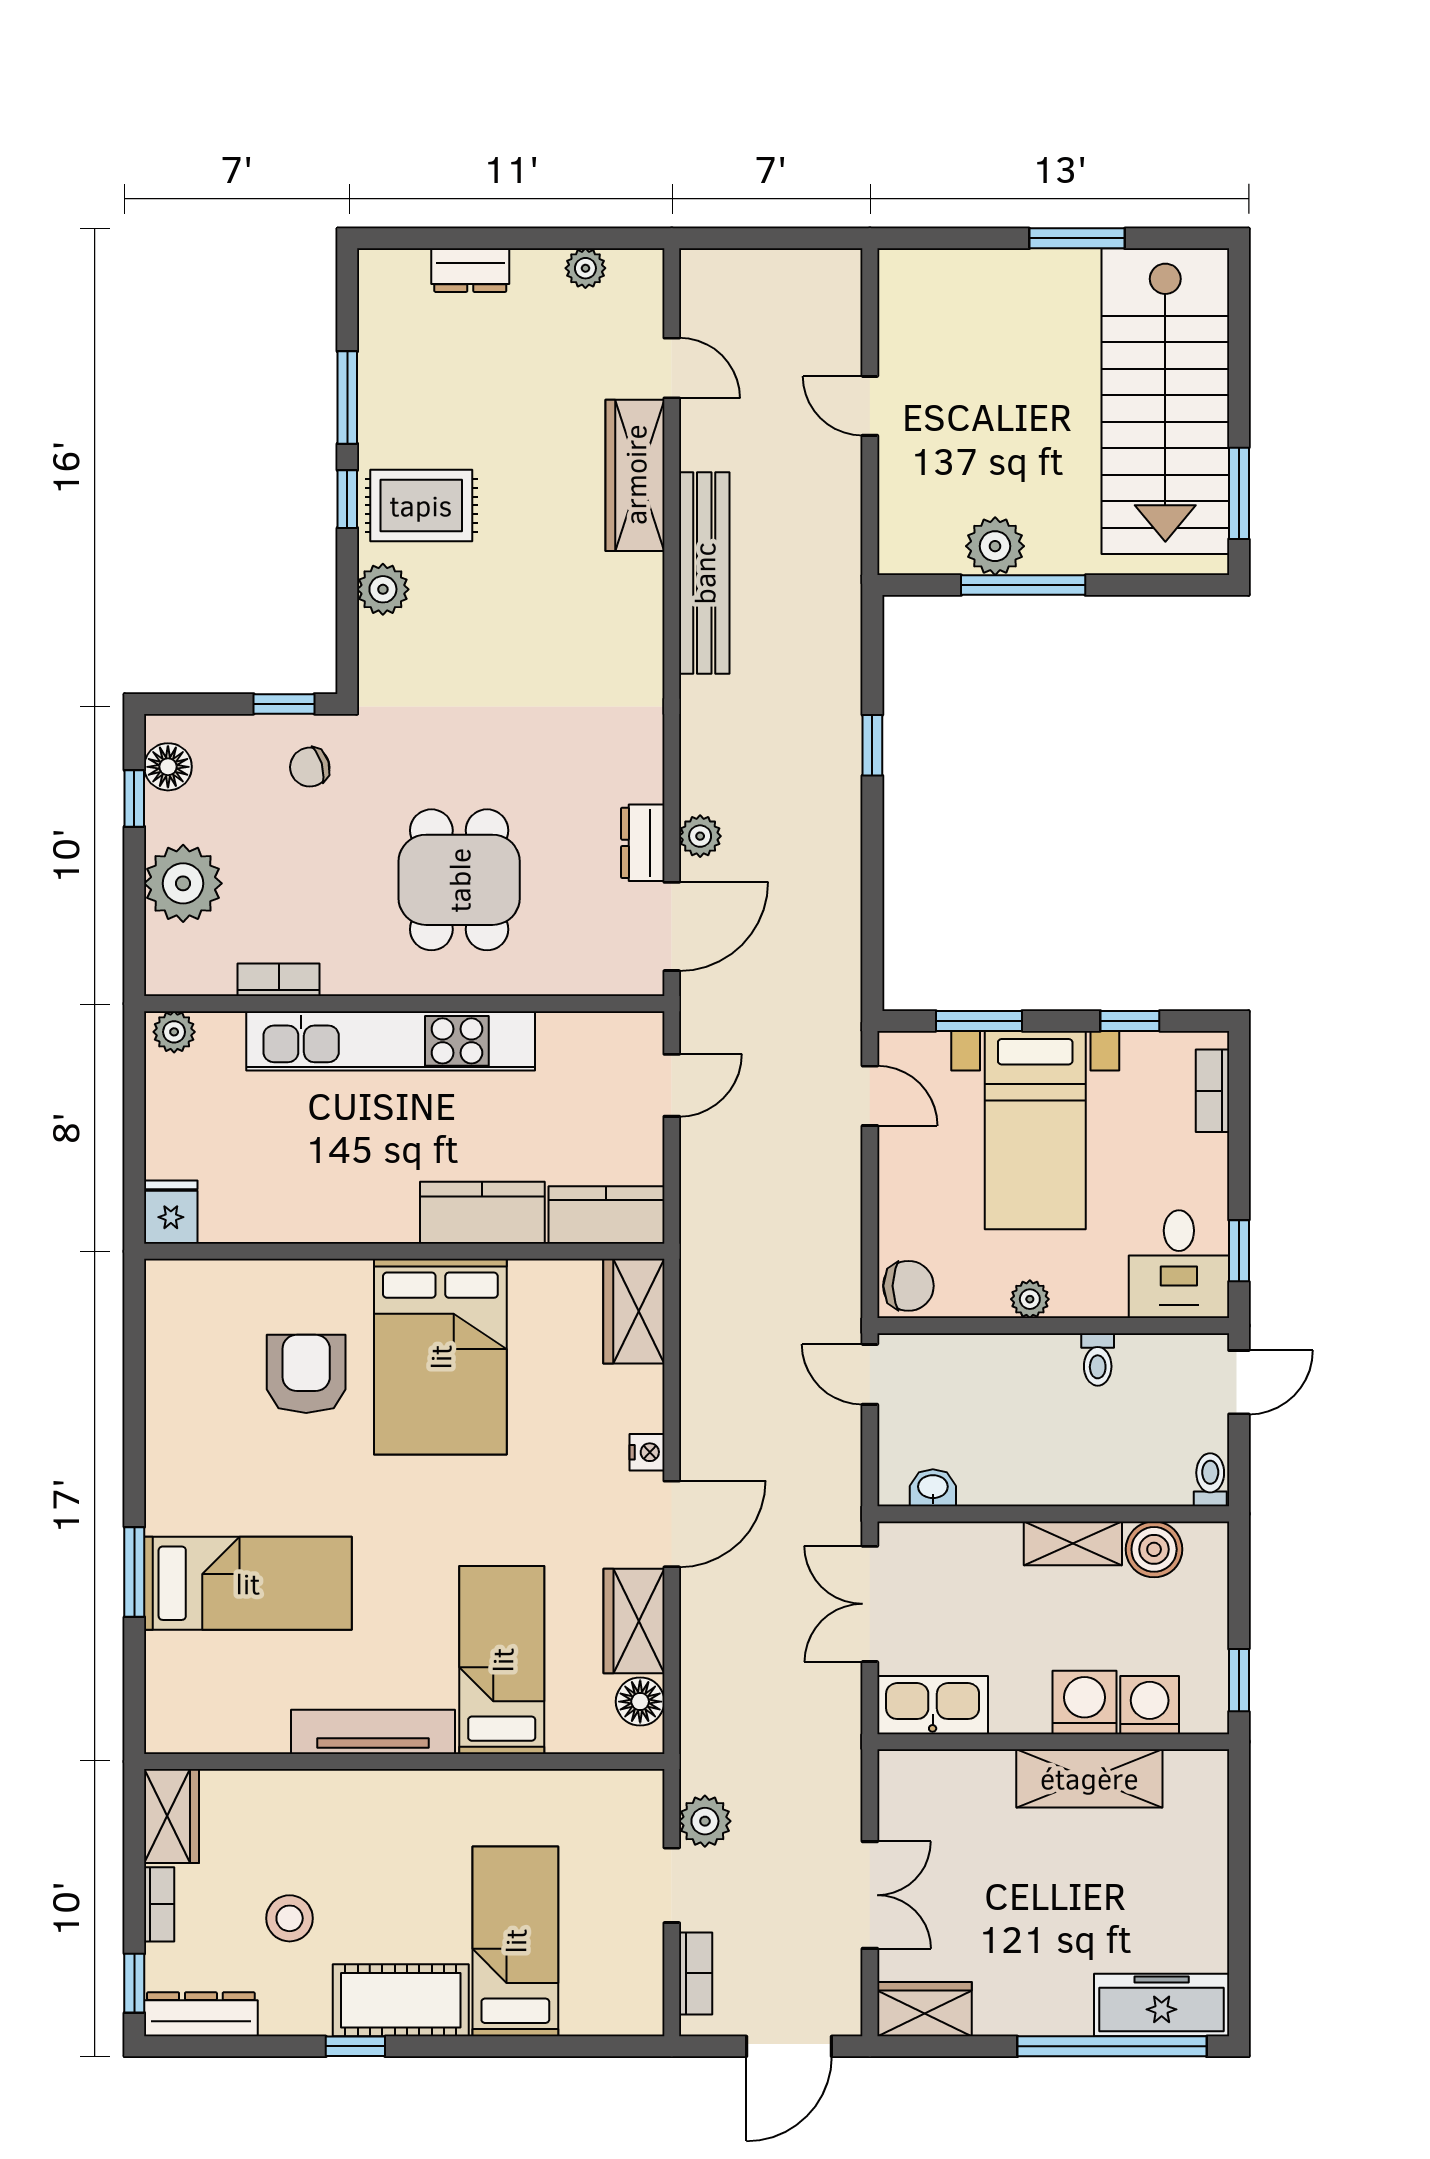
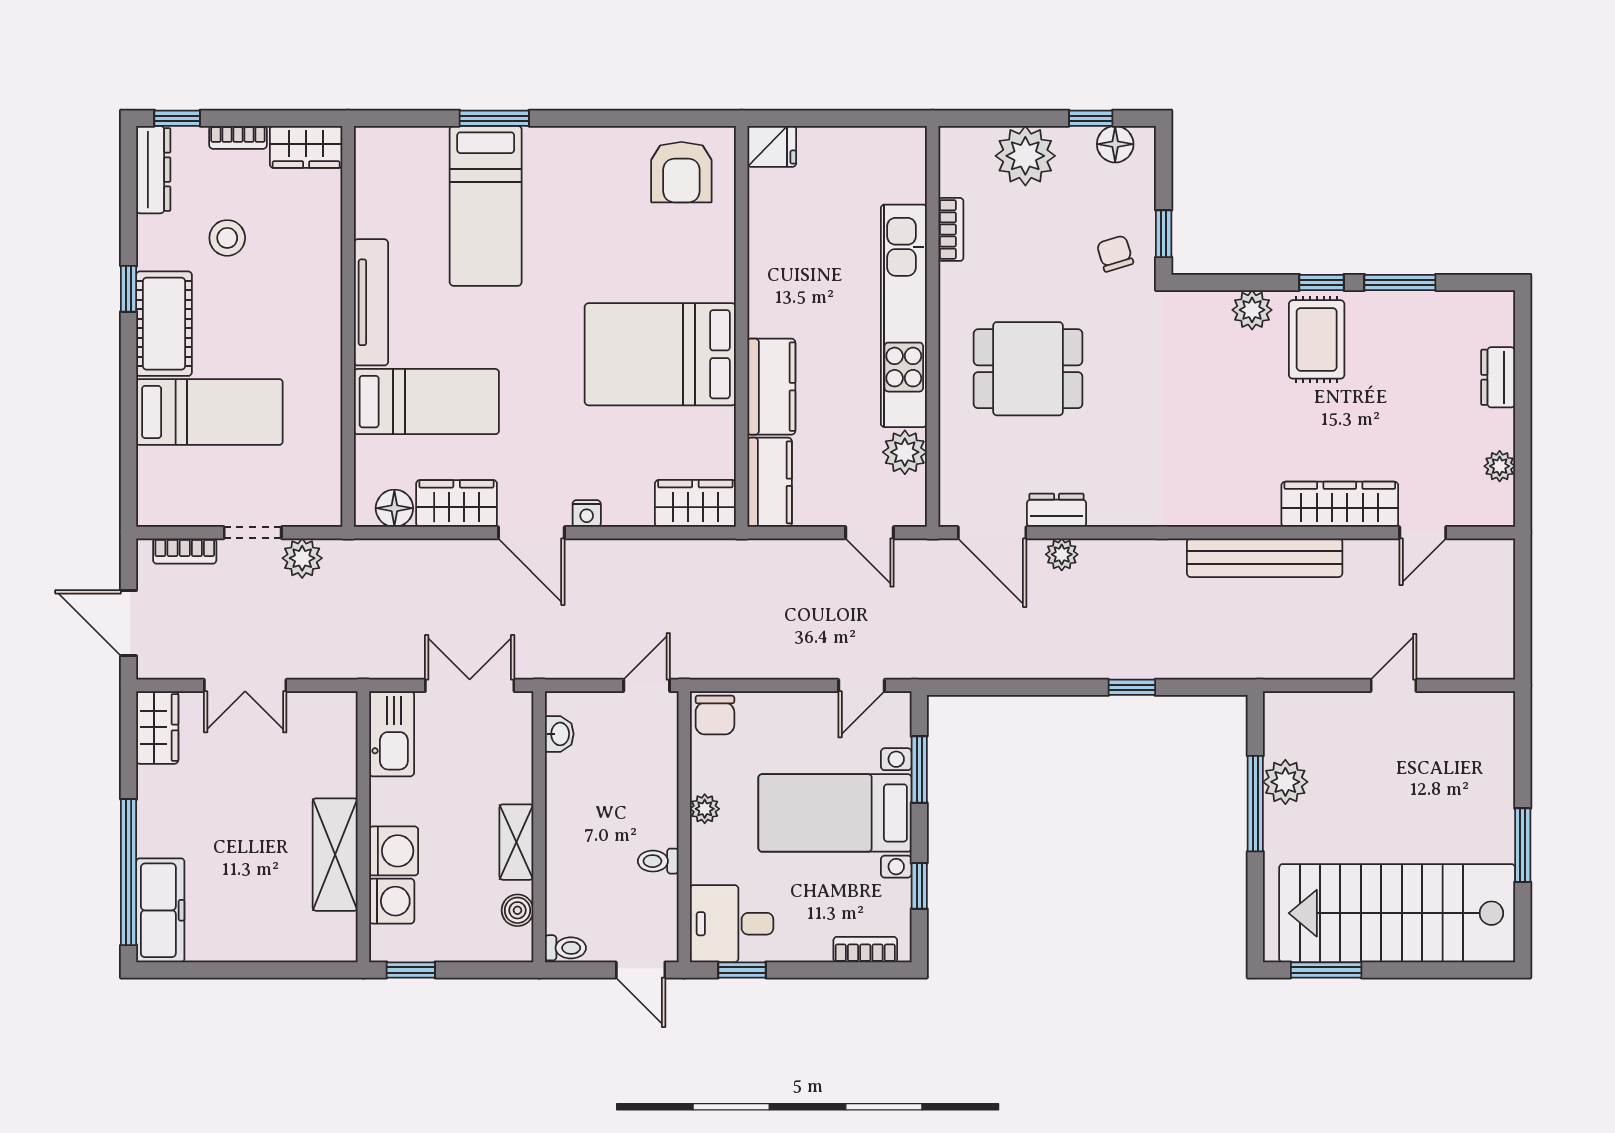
plant: (174, 1032) -> (905, 452), moved, width x1.38, depth x1.38
armchair: (306, 1374) -> (681, 172), moved, turned 90
boiler: (1154, 1549) -> (517, 910), width x0.73, depth x0.73

